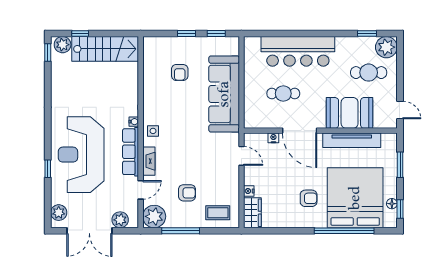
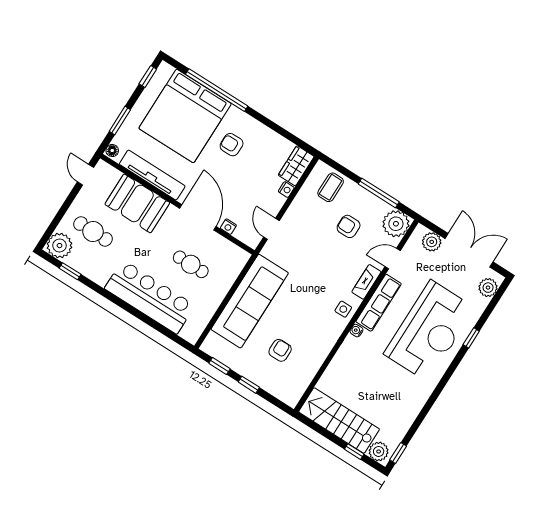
floor lamp: (392, 204) -> (112, 151), moved
coffee table: (218, 213) -> (331, 187), turned 90

